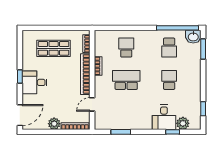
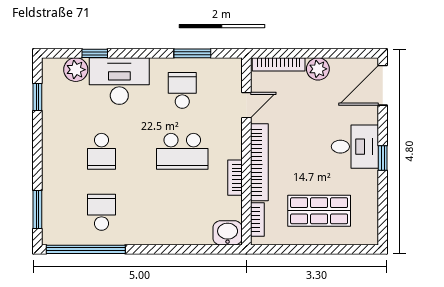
washbasin: (193, 37) -> (228, 233), moved
school desk: (126, 48) -> (182, 90), moved, turned 180
desk: (164, 117) -> (119, 81), width x1.37

